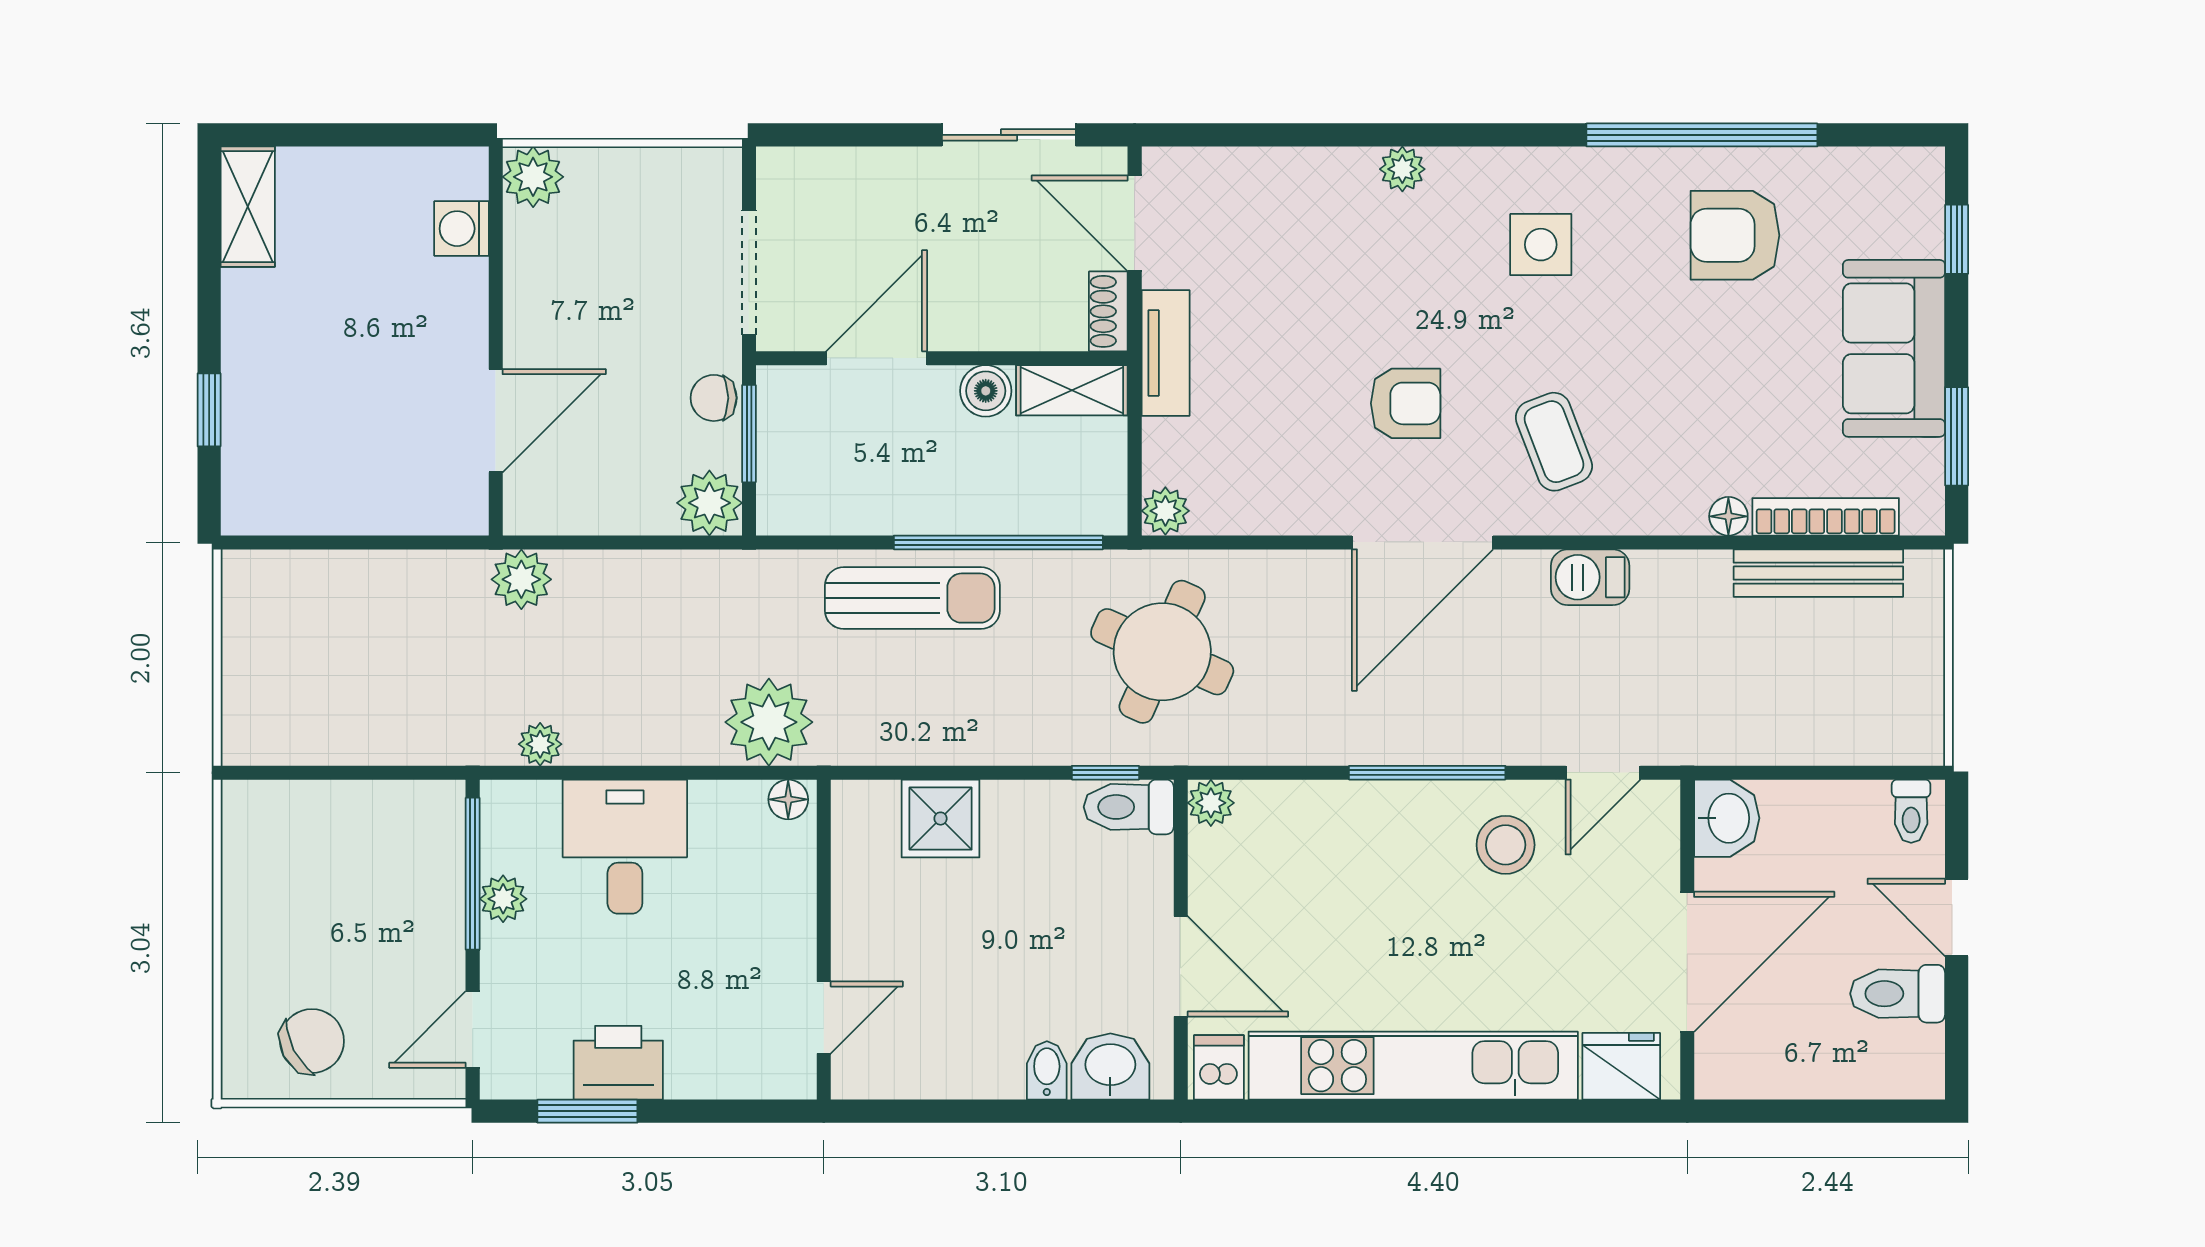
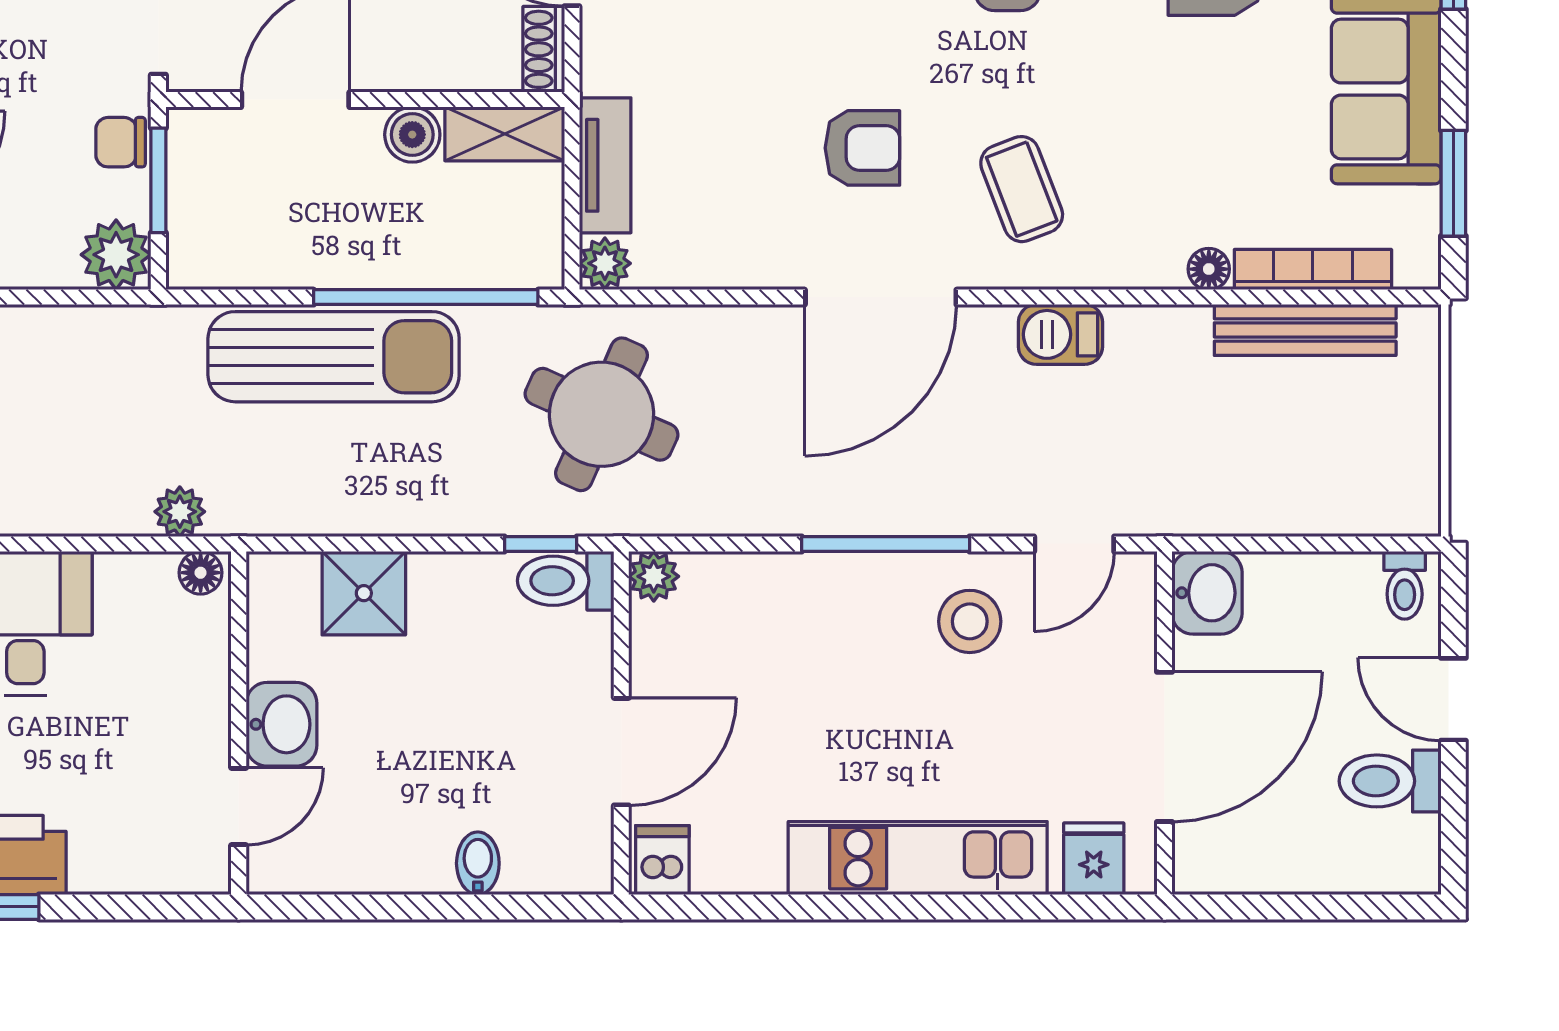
tv unit: (1166, 353) -> (605, 165), moved
sun lounger: (912, 598) -> (334, 357), width x1.36, depth x1.34
plant: (769, 722) -> (180, 512), width x0.53, depth x0.53
door: (1181, 966) -> (621, 752), hinge flipped
kitchen unit: (1413, 1066) -> (918, 858), width x0.73
fridge: (1621, 1066) -> (1094, 859), width x0.72
washbasin: (1110, 1067) -> (282, 724), moved, turned 90

